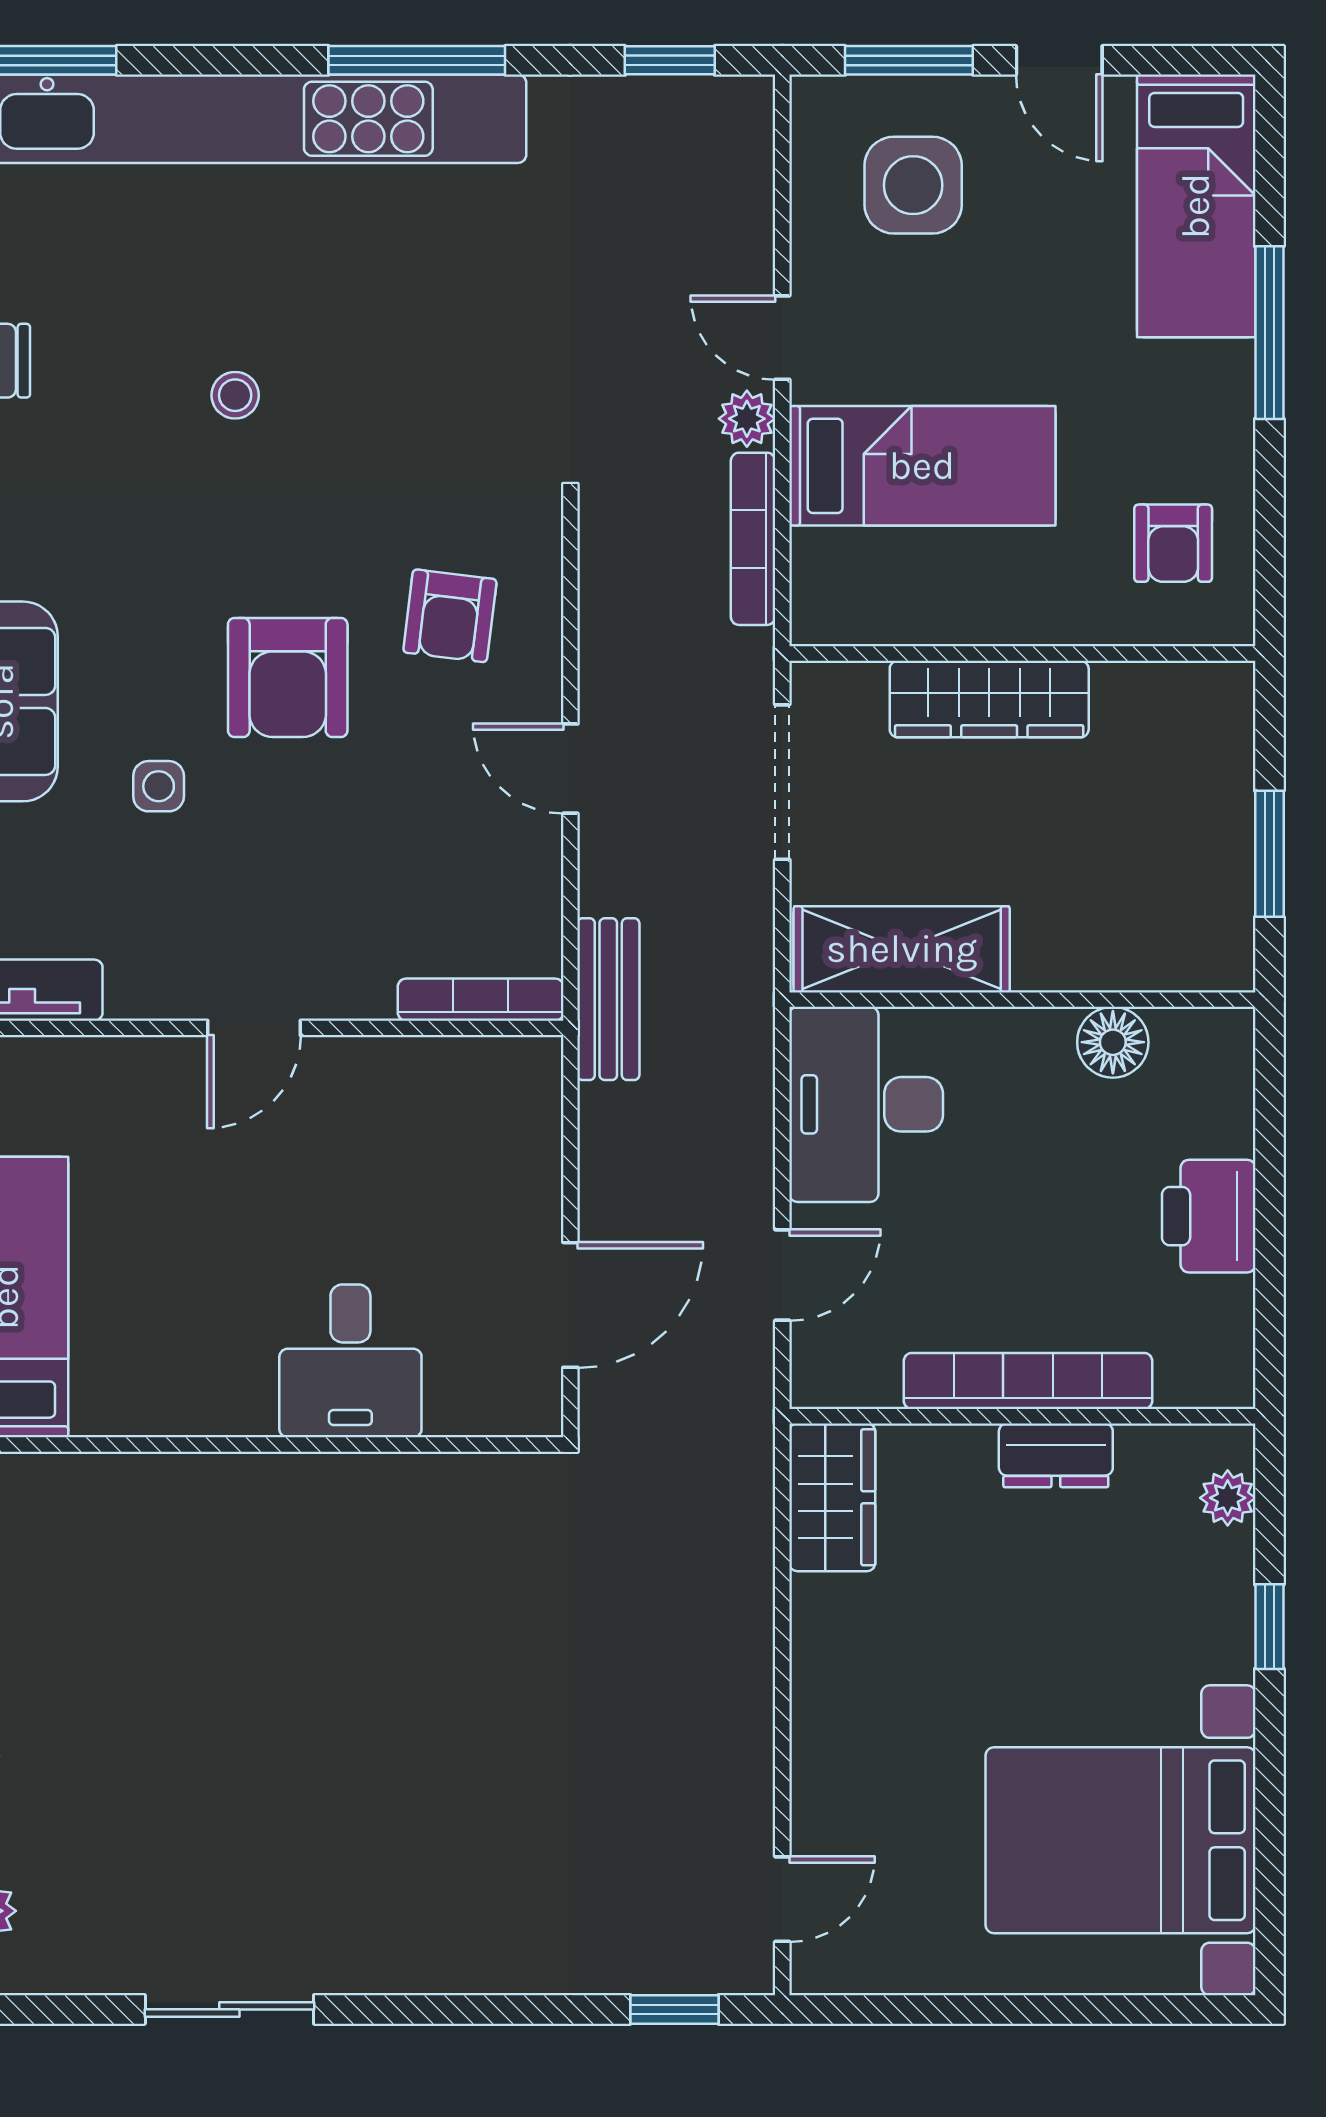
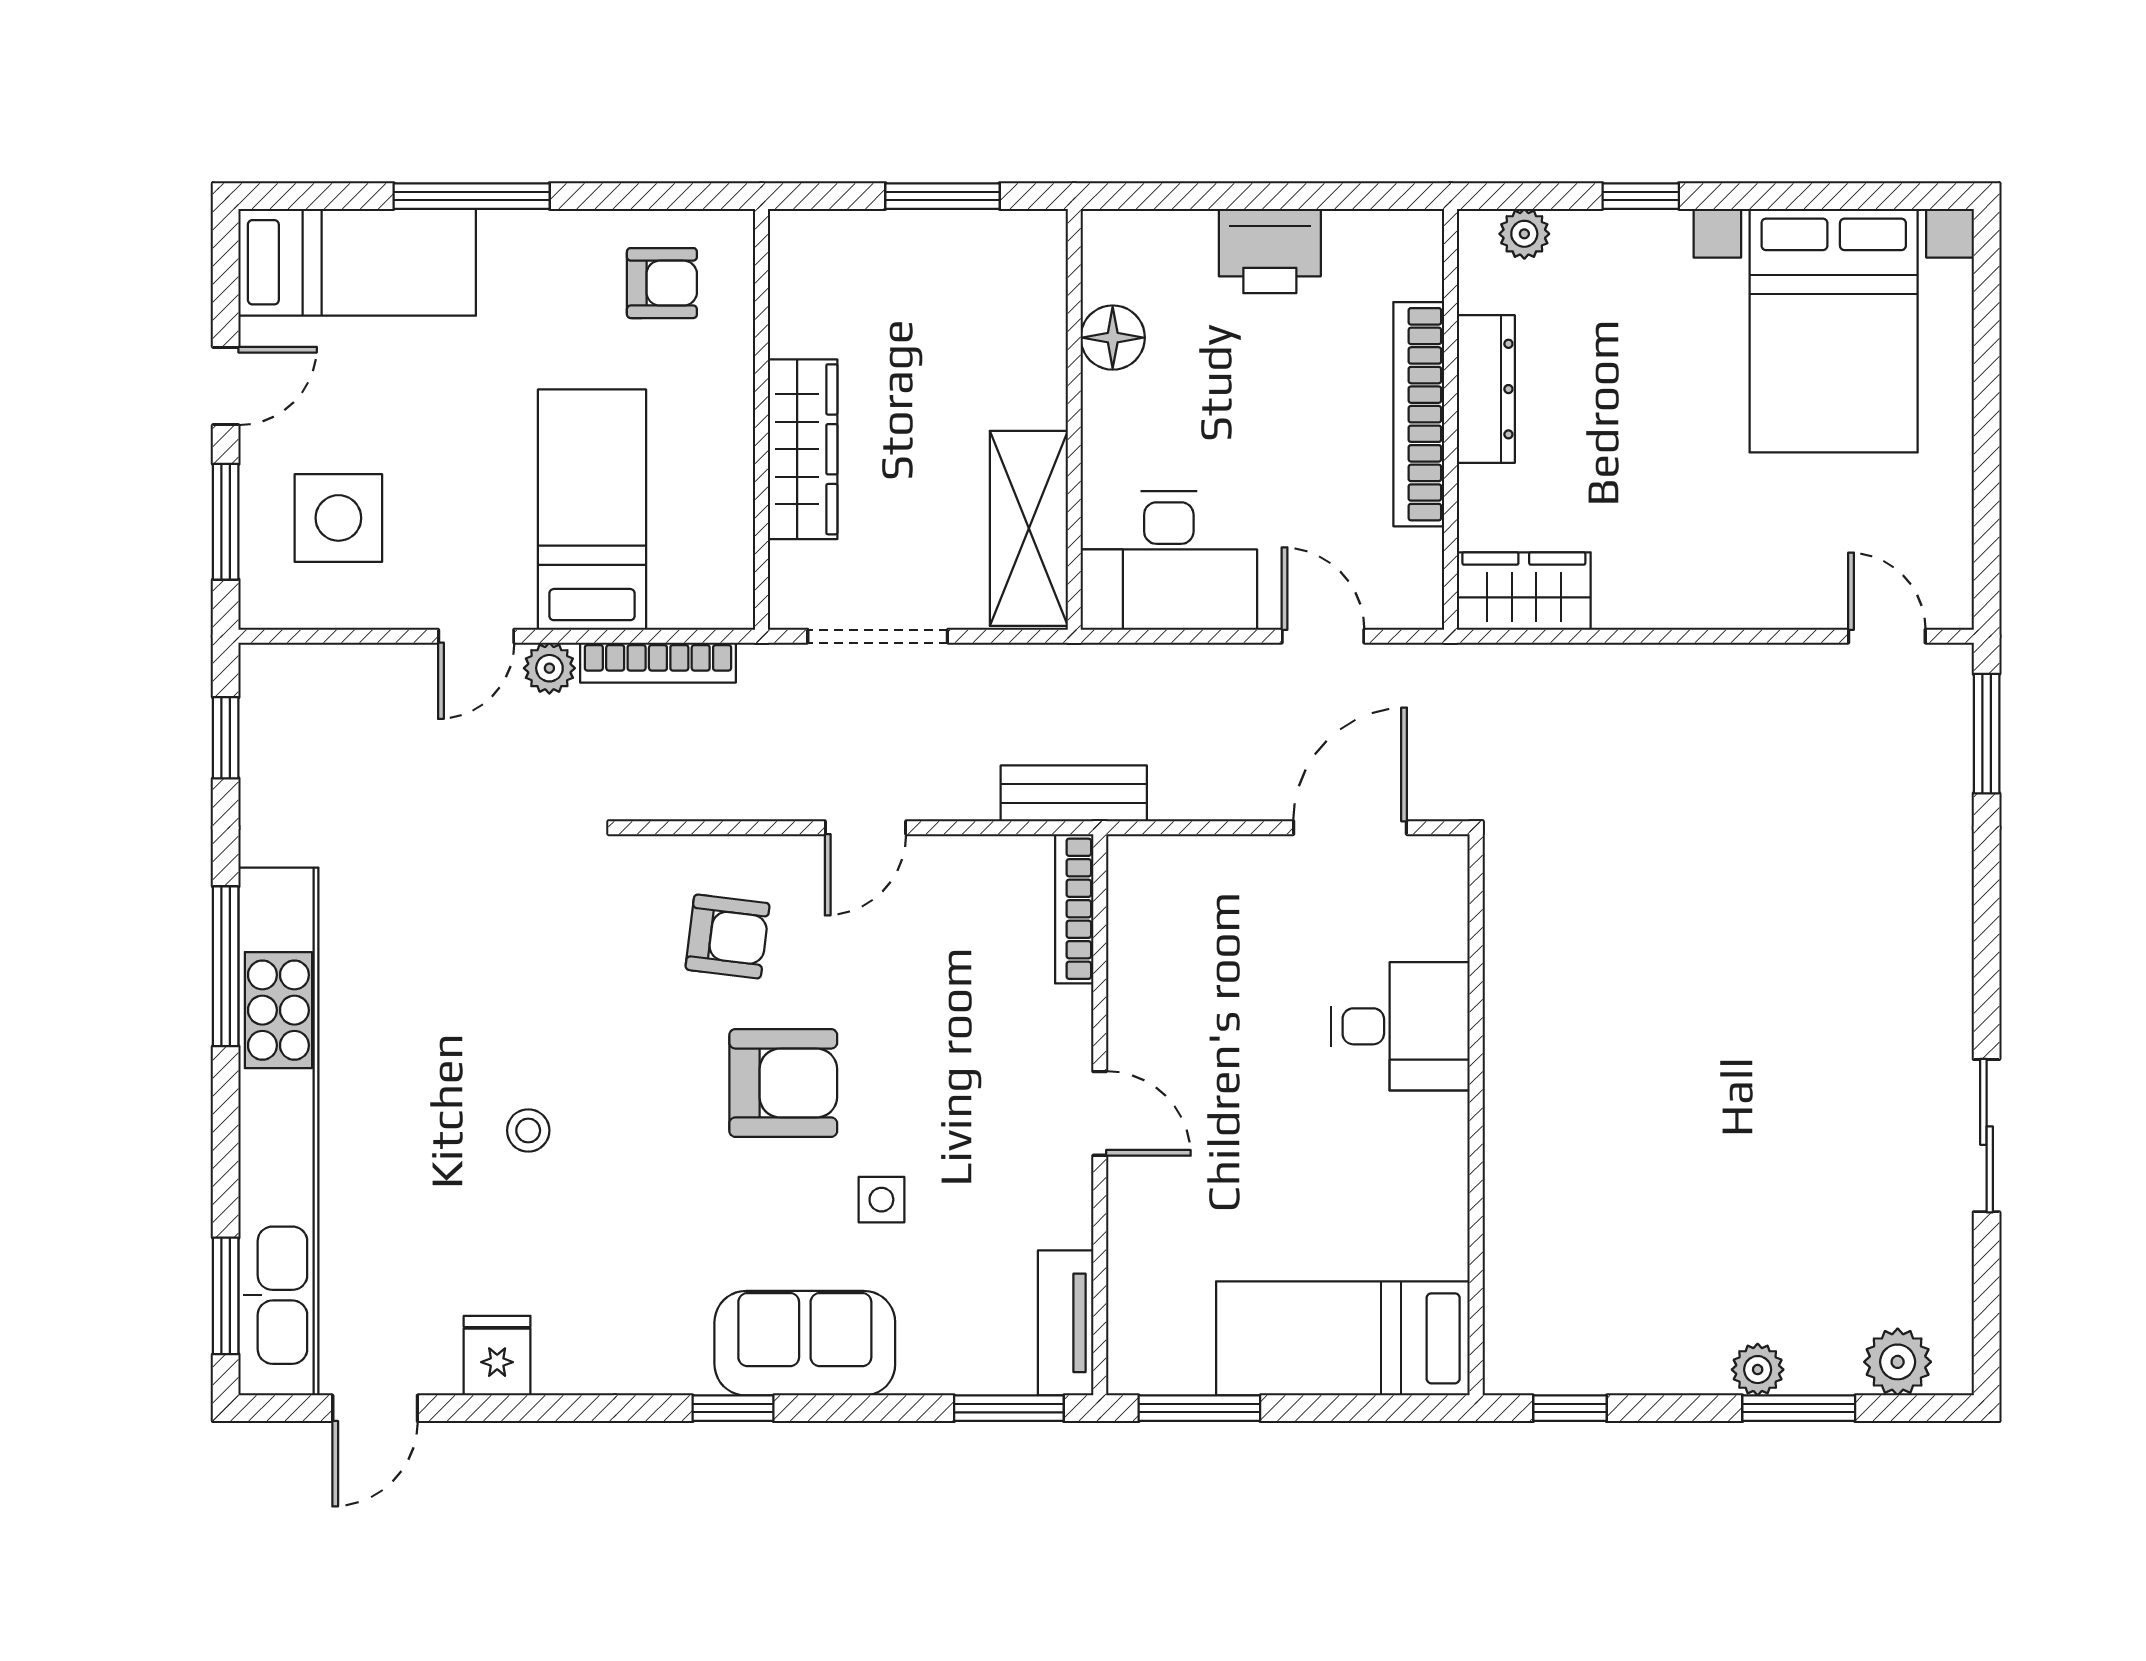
door: (570, 1305) -> (1350, 828), hinge flipped
dresser: (1056, 1455) -> (1486, 389), width x1.44
window: (674, 2009) -> (1987, 734), width x1.50

